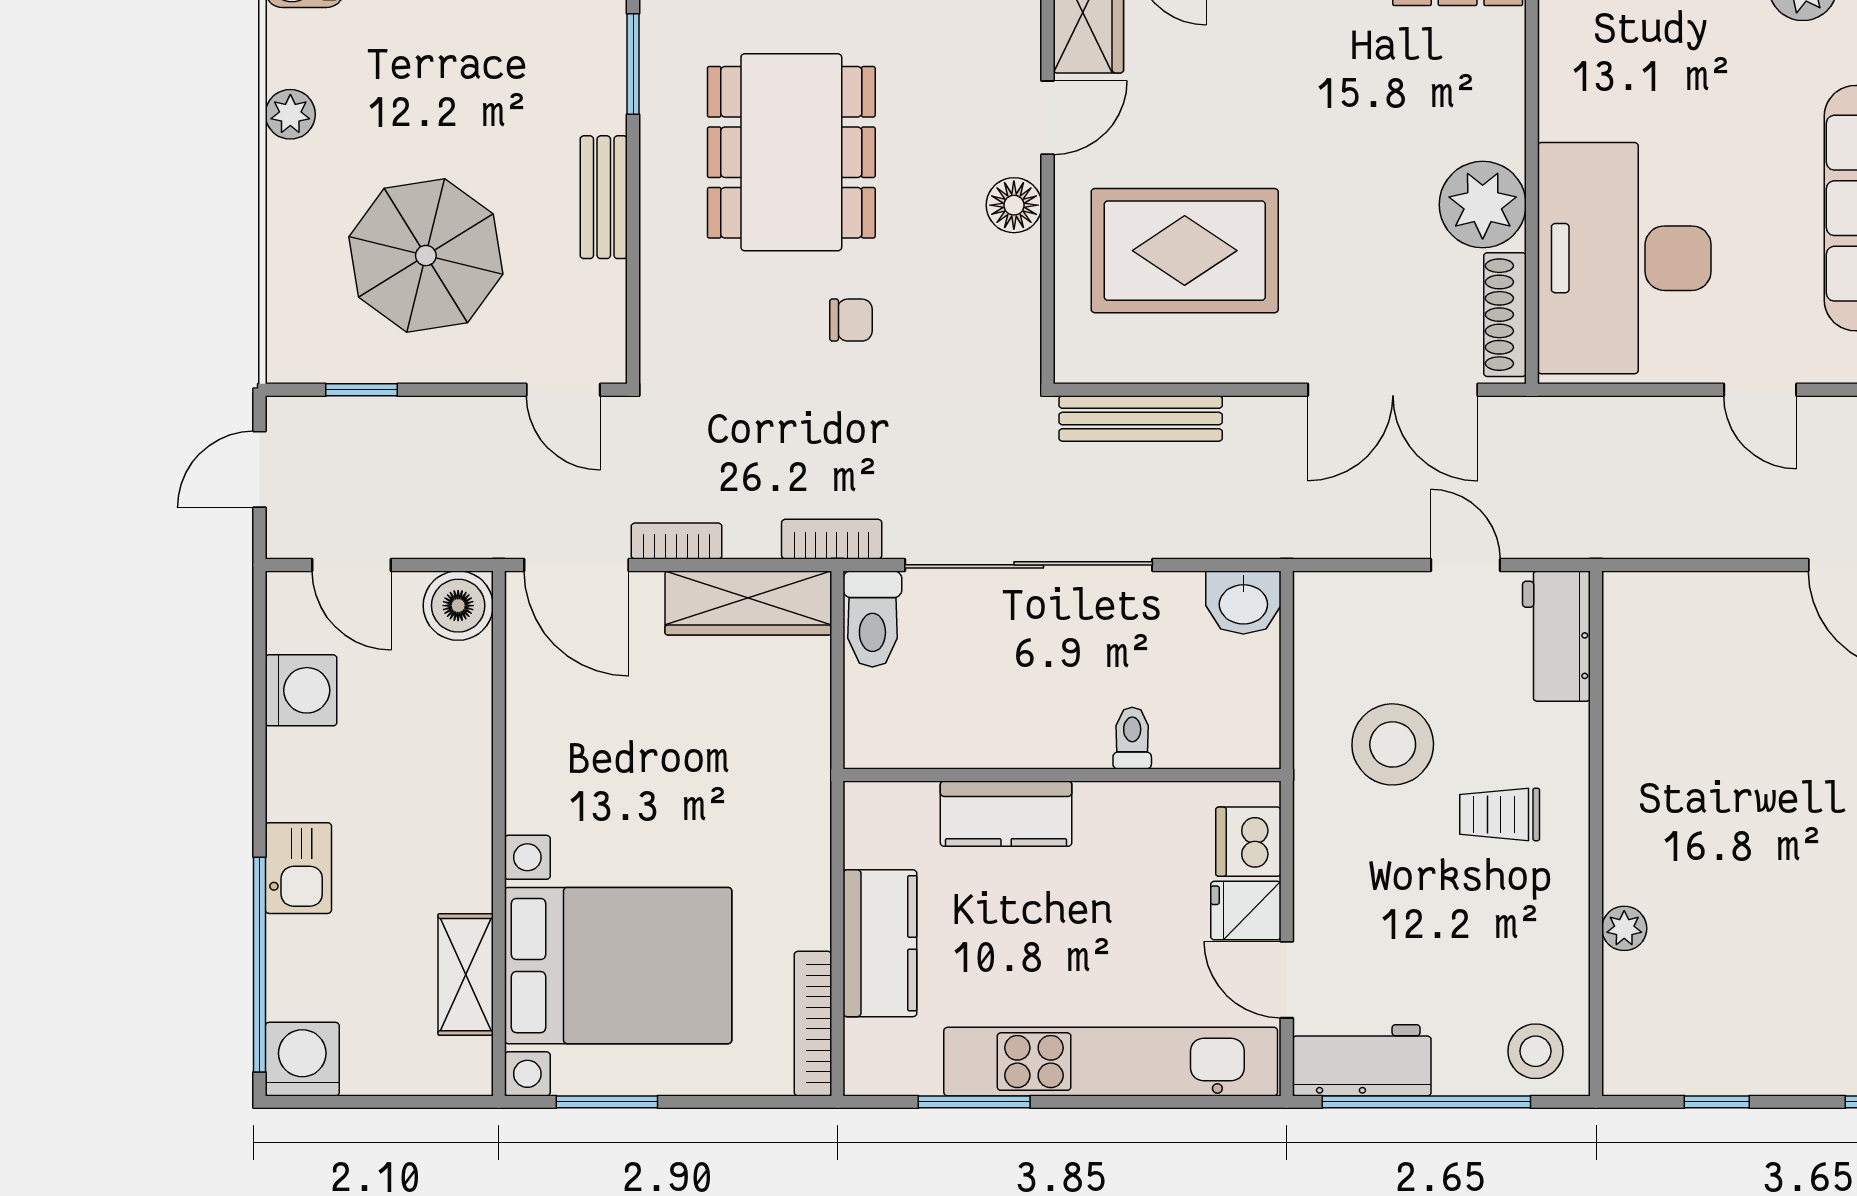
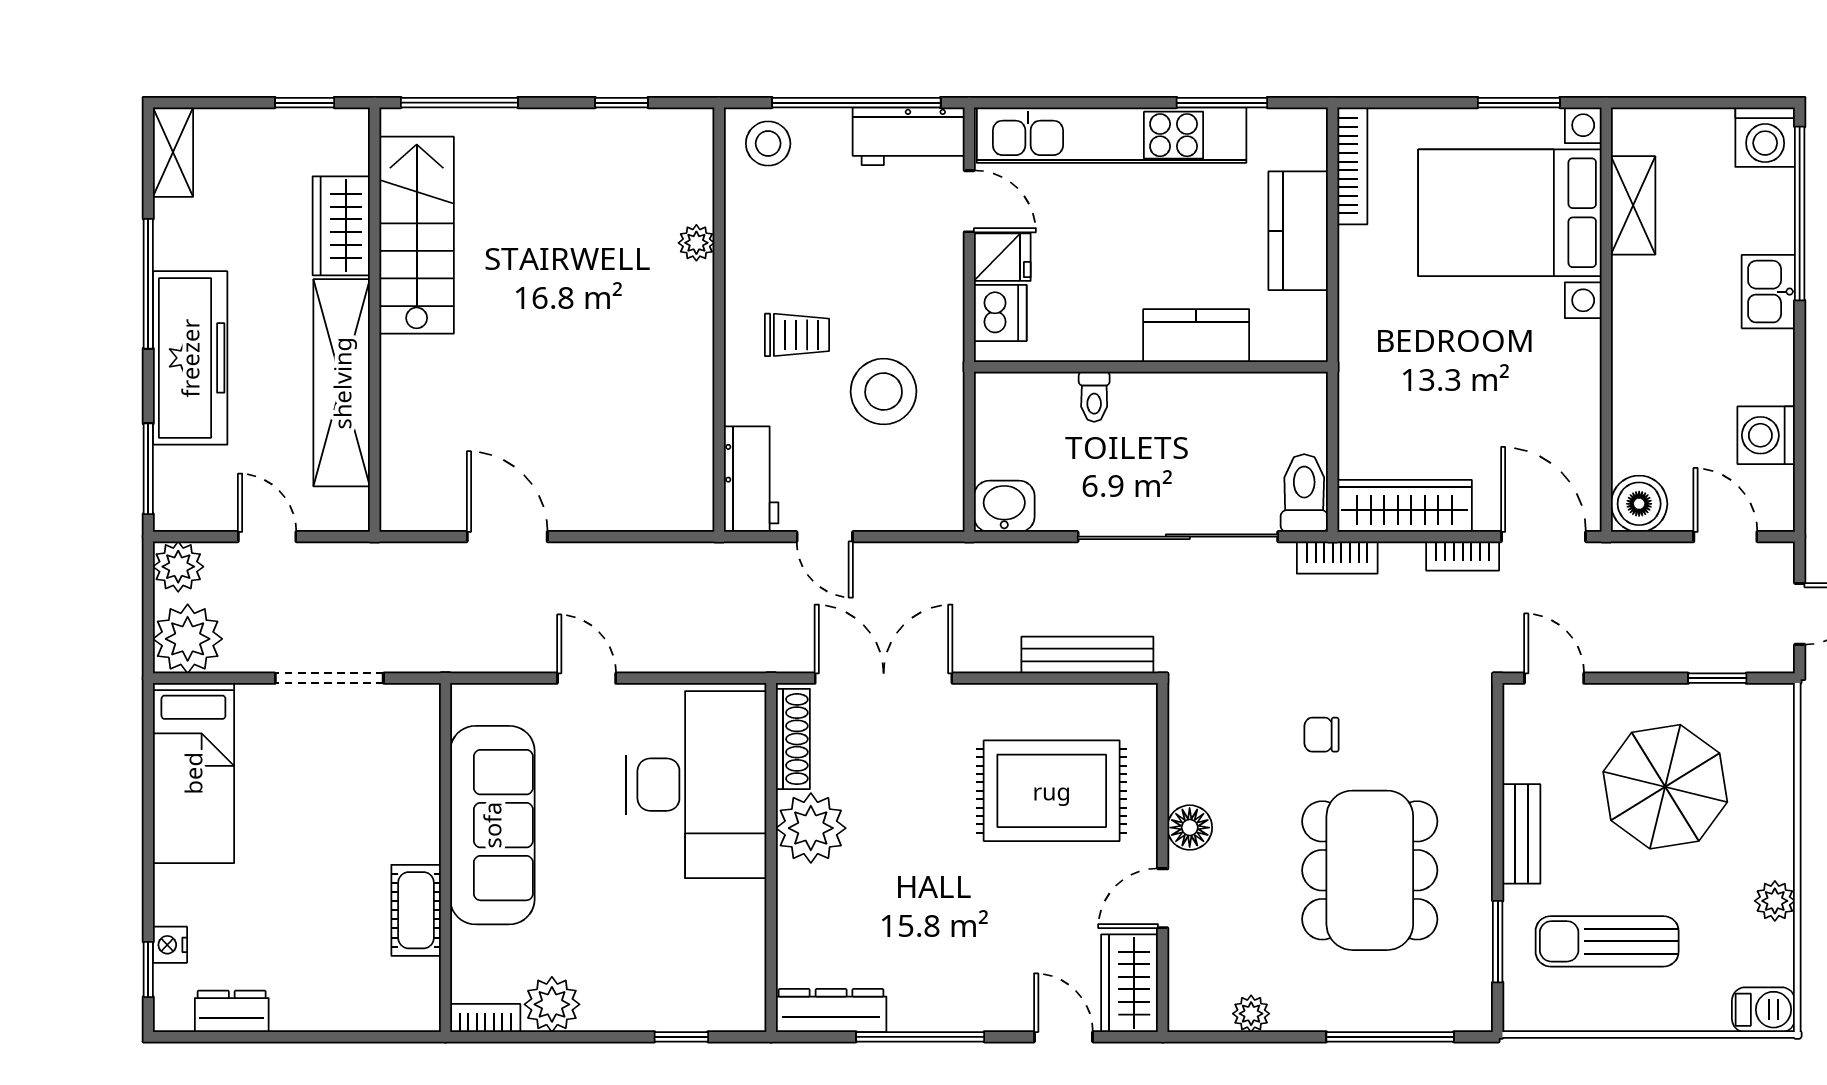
sun lounger: (498, 64) -> (1607, 941), added

